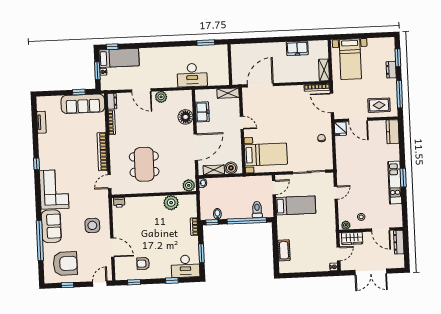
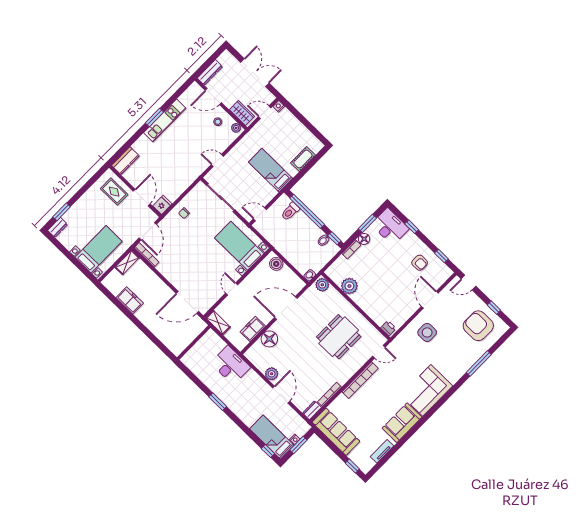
window: (206, 43) -> (218, 402), moved
dresser: (391, 70) -> (58, 227), moved
window: (79, 92) -> (352, 466), moved
window: (400, 94) -> (90, 183), removed
window: (36, 164) -> (419, 424), removed
shelving: (214, 170) -> (291, 276), removed
bed: (296, 205) -> (270, 170), moved
sofa: (51, 226) -> (402, 423), moved
door: (381, 230) -> (213, 96), swing flipped
window: (40, 240) -> (479, 364), width x0.68
floor lamp: (193, 241) -> (364, 239), added

